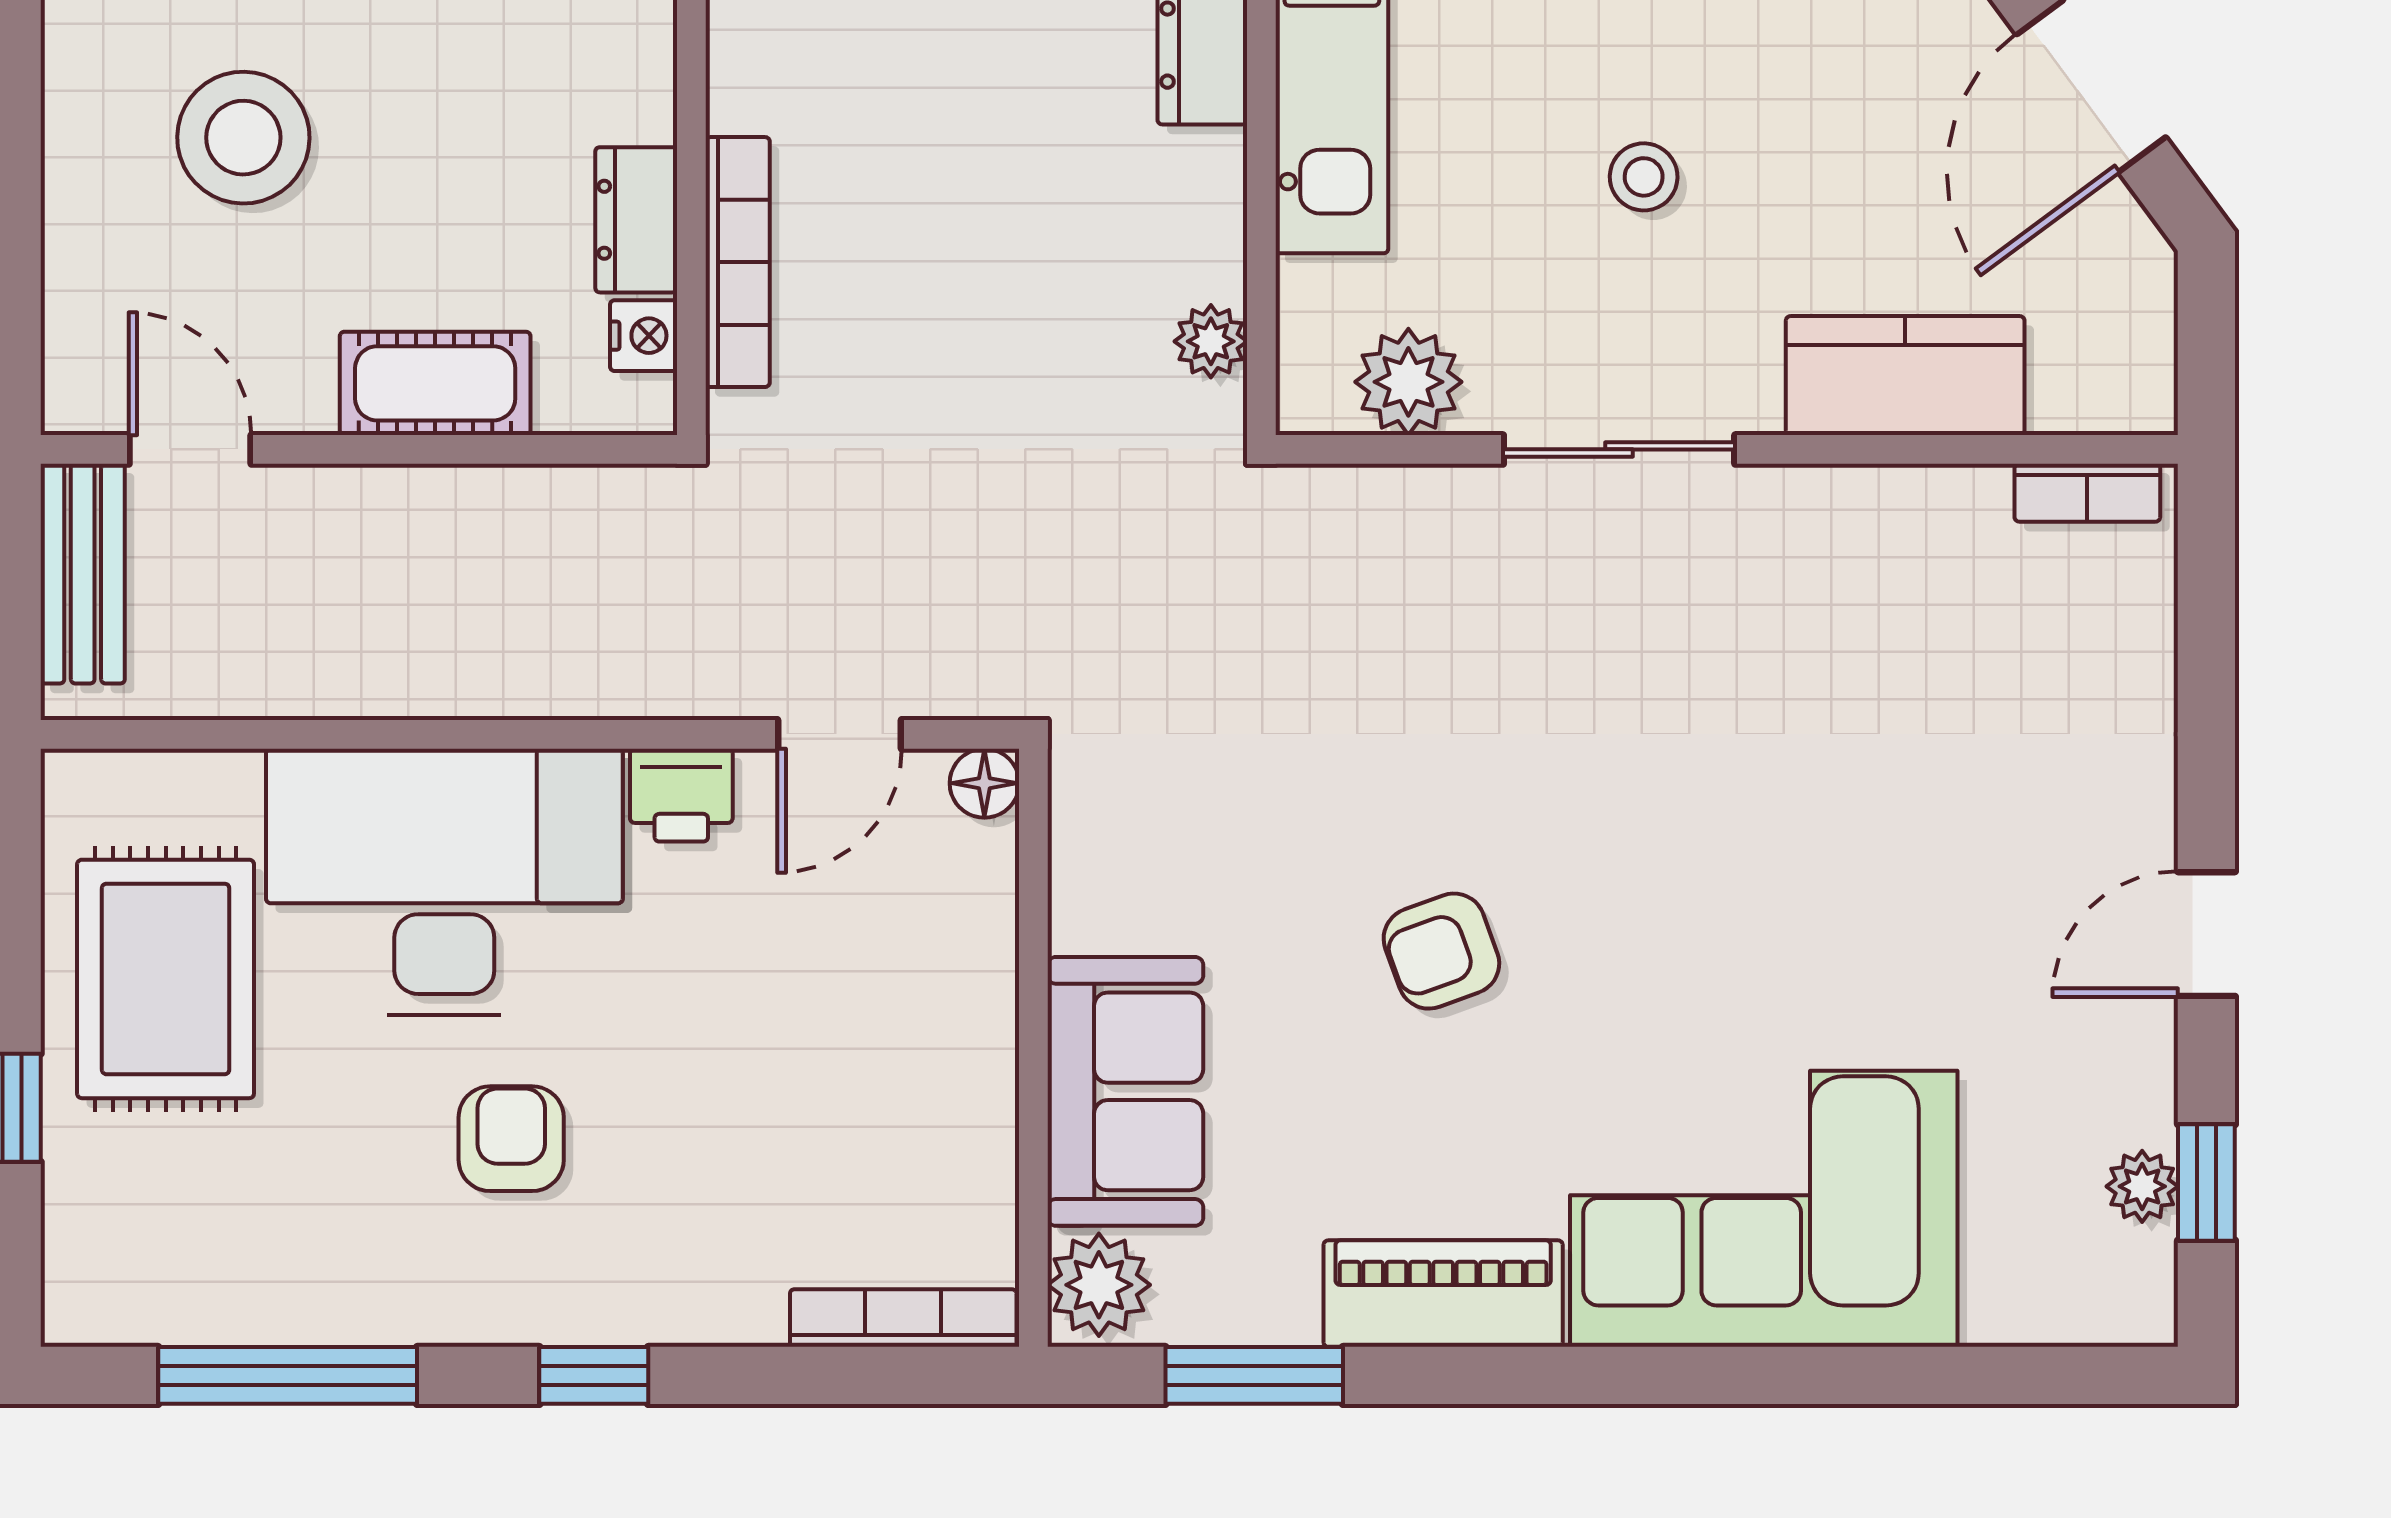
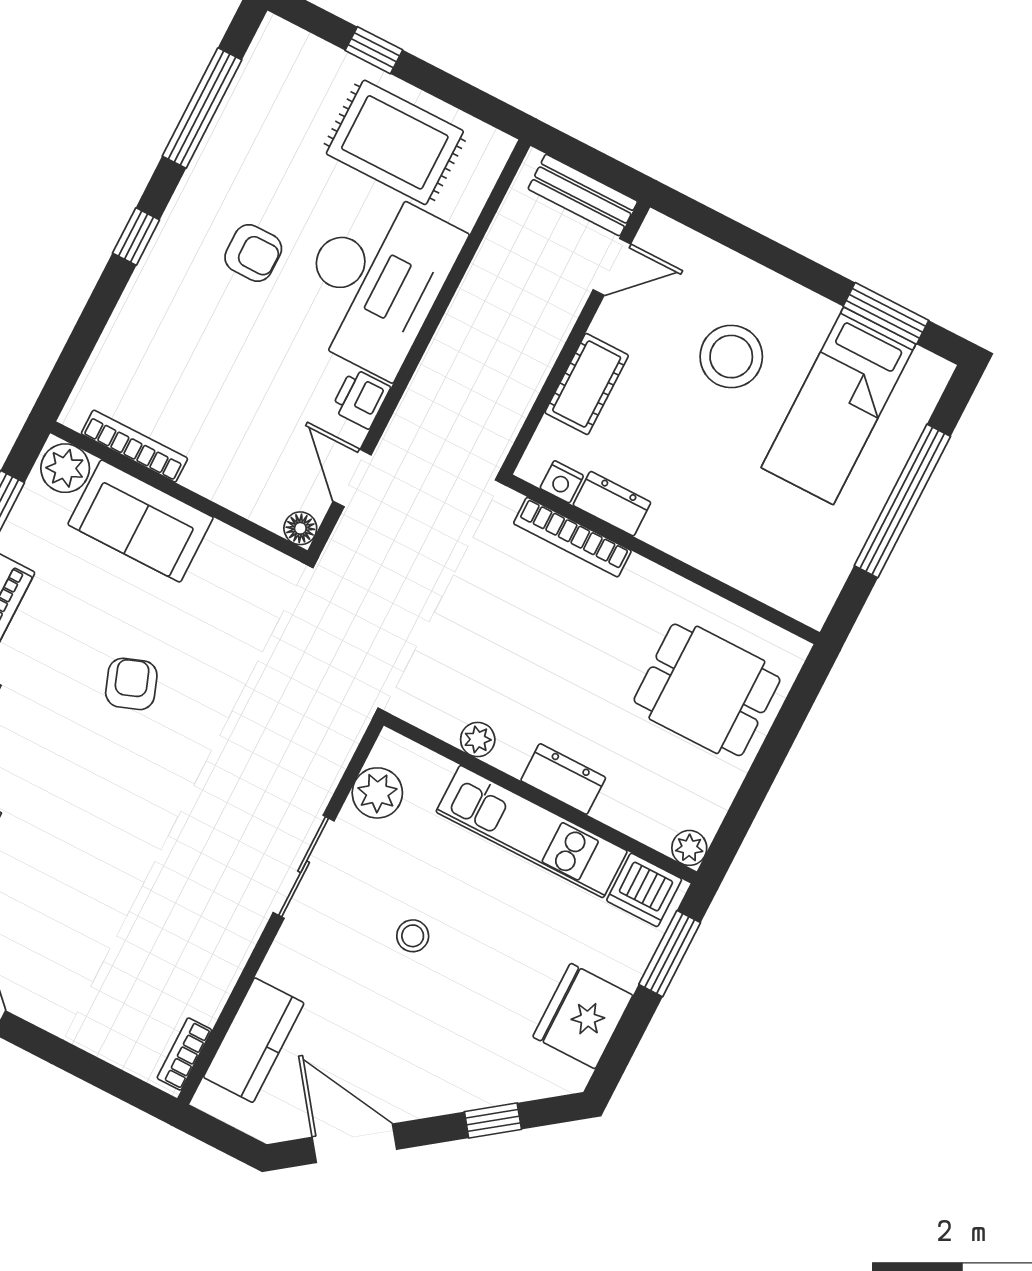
plant: (1211, 341) -> (478, 740), moved
kitchen counter: (1905, 376) -> (254, 1040), moved
bookcase: (903, 1318) -> (134, 446), moved, turned -90

